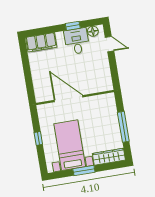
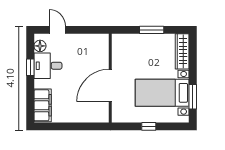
door: (110, 44) -> (57, 30), hinge flipped
window: (123, 127) -> (152, 30), width x0.69
window: (84, 170) -> (193, 97), moved

